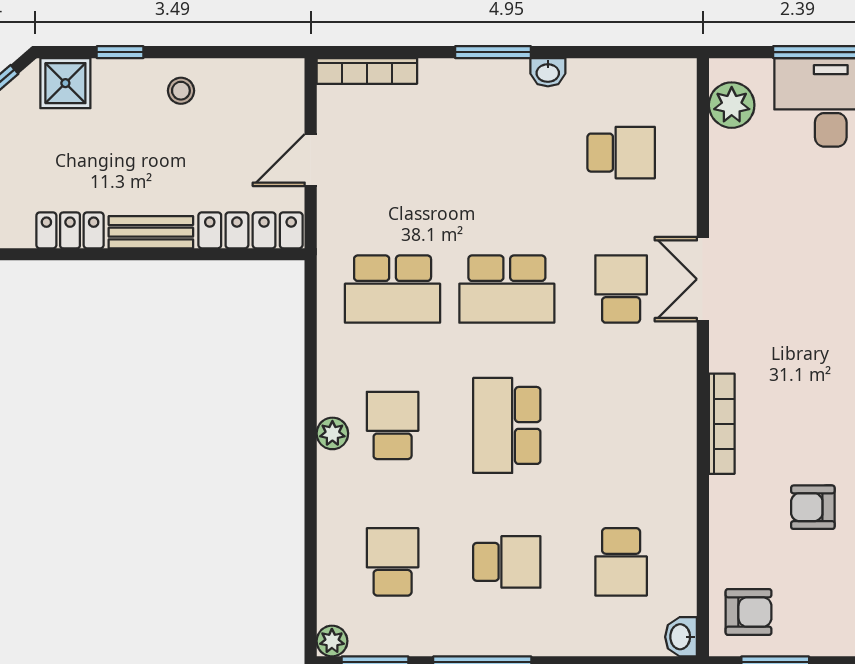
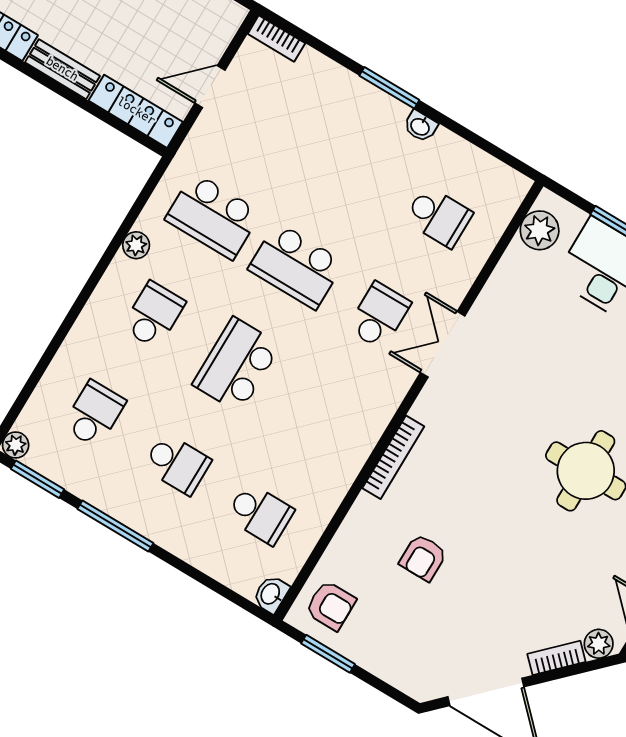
bookcase: (367, 71) -> (276, 38), width x0.64
plant: (332, 433) -> (136, 245), moved
armchair: (813, 507) -> (423, 558), turned -90
school desk: (621, 562) -> (260, 514), turned -90

